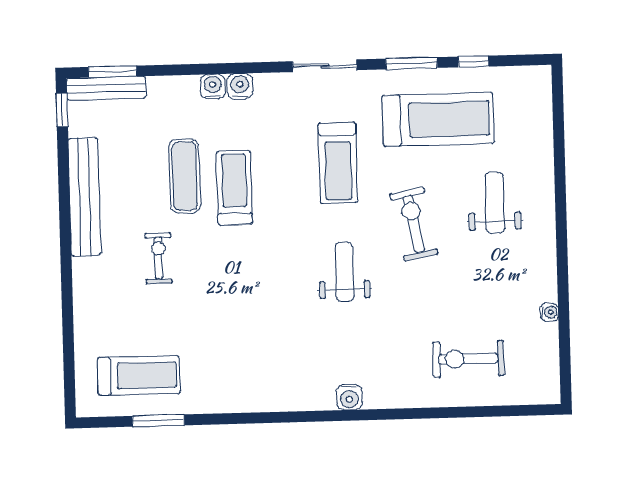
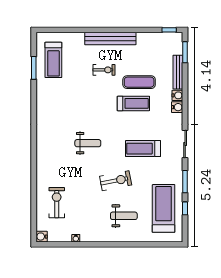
bench: (106, 88) -> (178, 72), moved
treadmill: (438, 119) -> (164, 208), moved, turned 180
bench: (84, 197) -> (110, 39), moved
weight bench: (344, 272) -> (88, 143), moved
water cooler: (349, 397) -> (42, 237), moved

